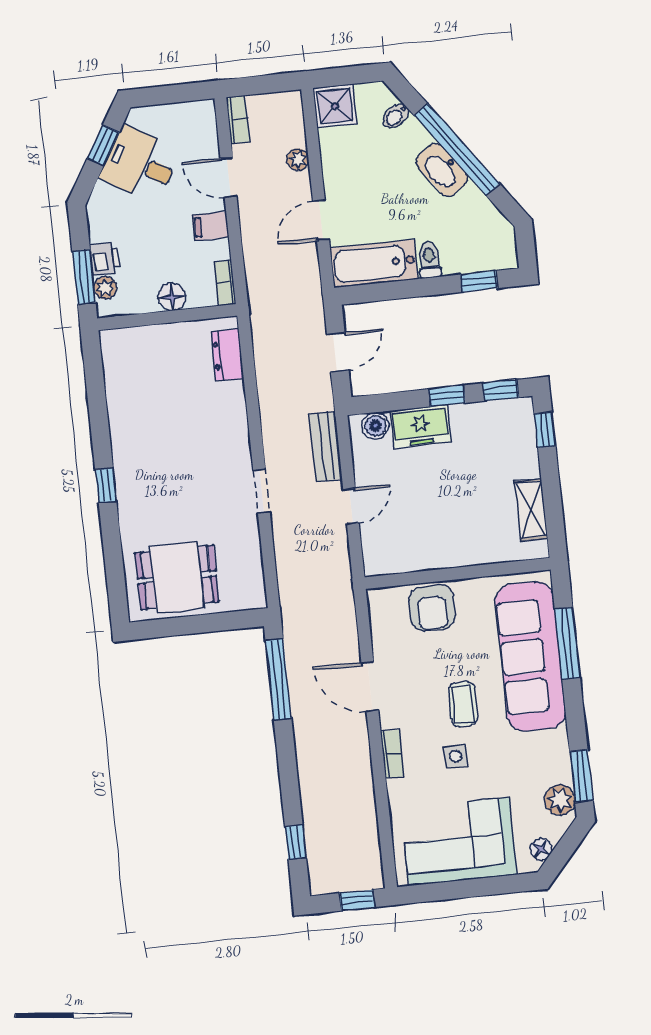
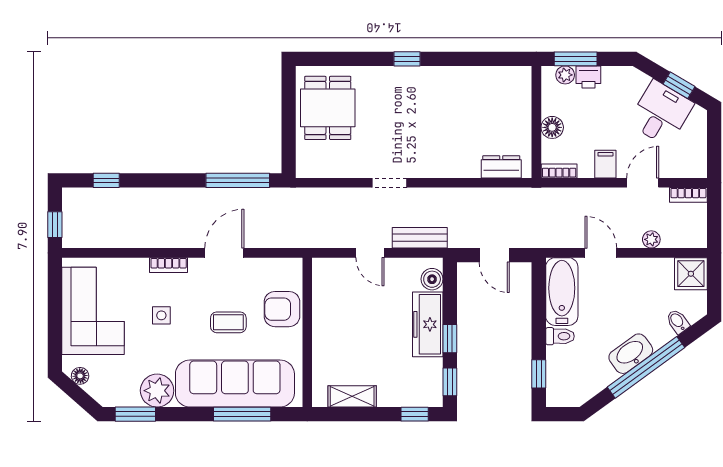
freezer: (421, 426) -> (428, 324), width x1.40
coffee table: (463, 704) -> (228, 322), moved
plant: (560, 800) -> (157, 391), moved, width x1.36, depth x1.36

